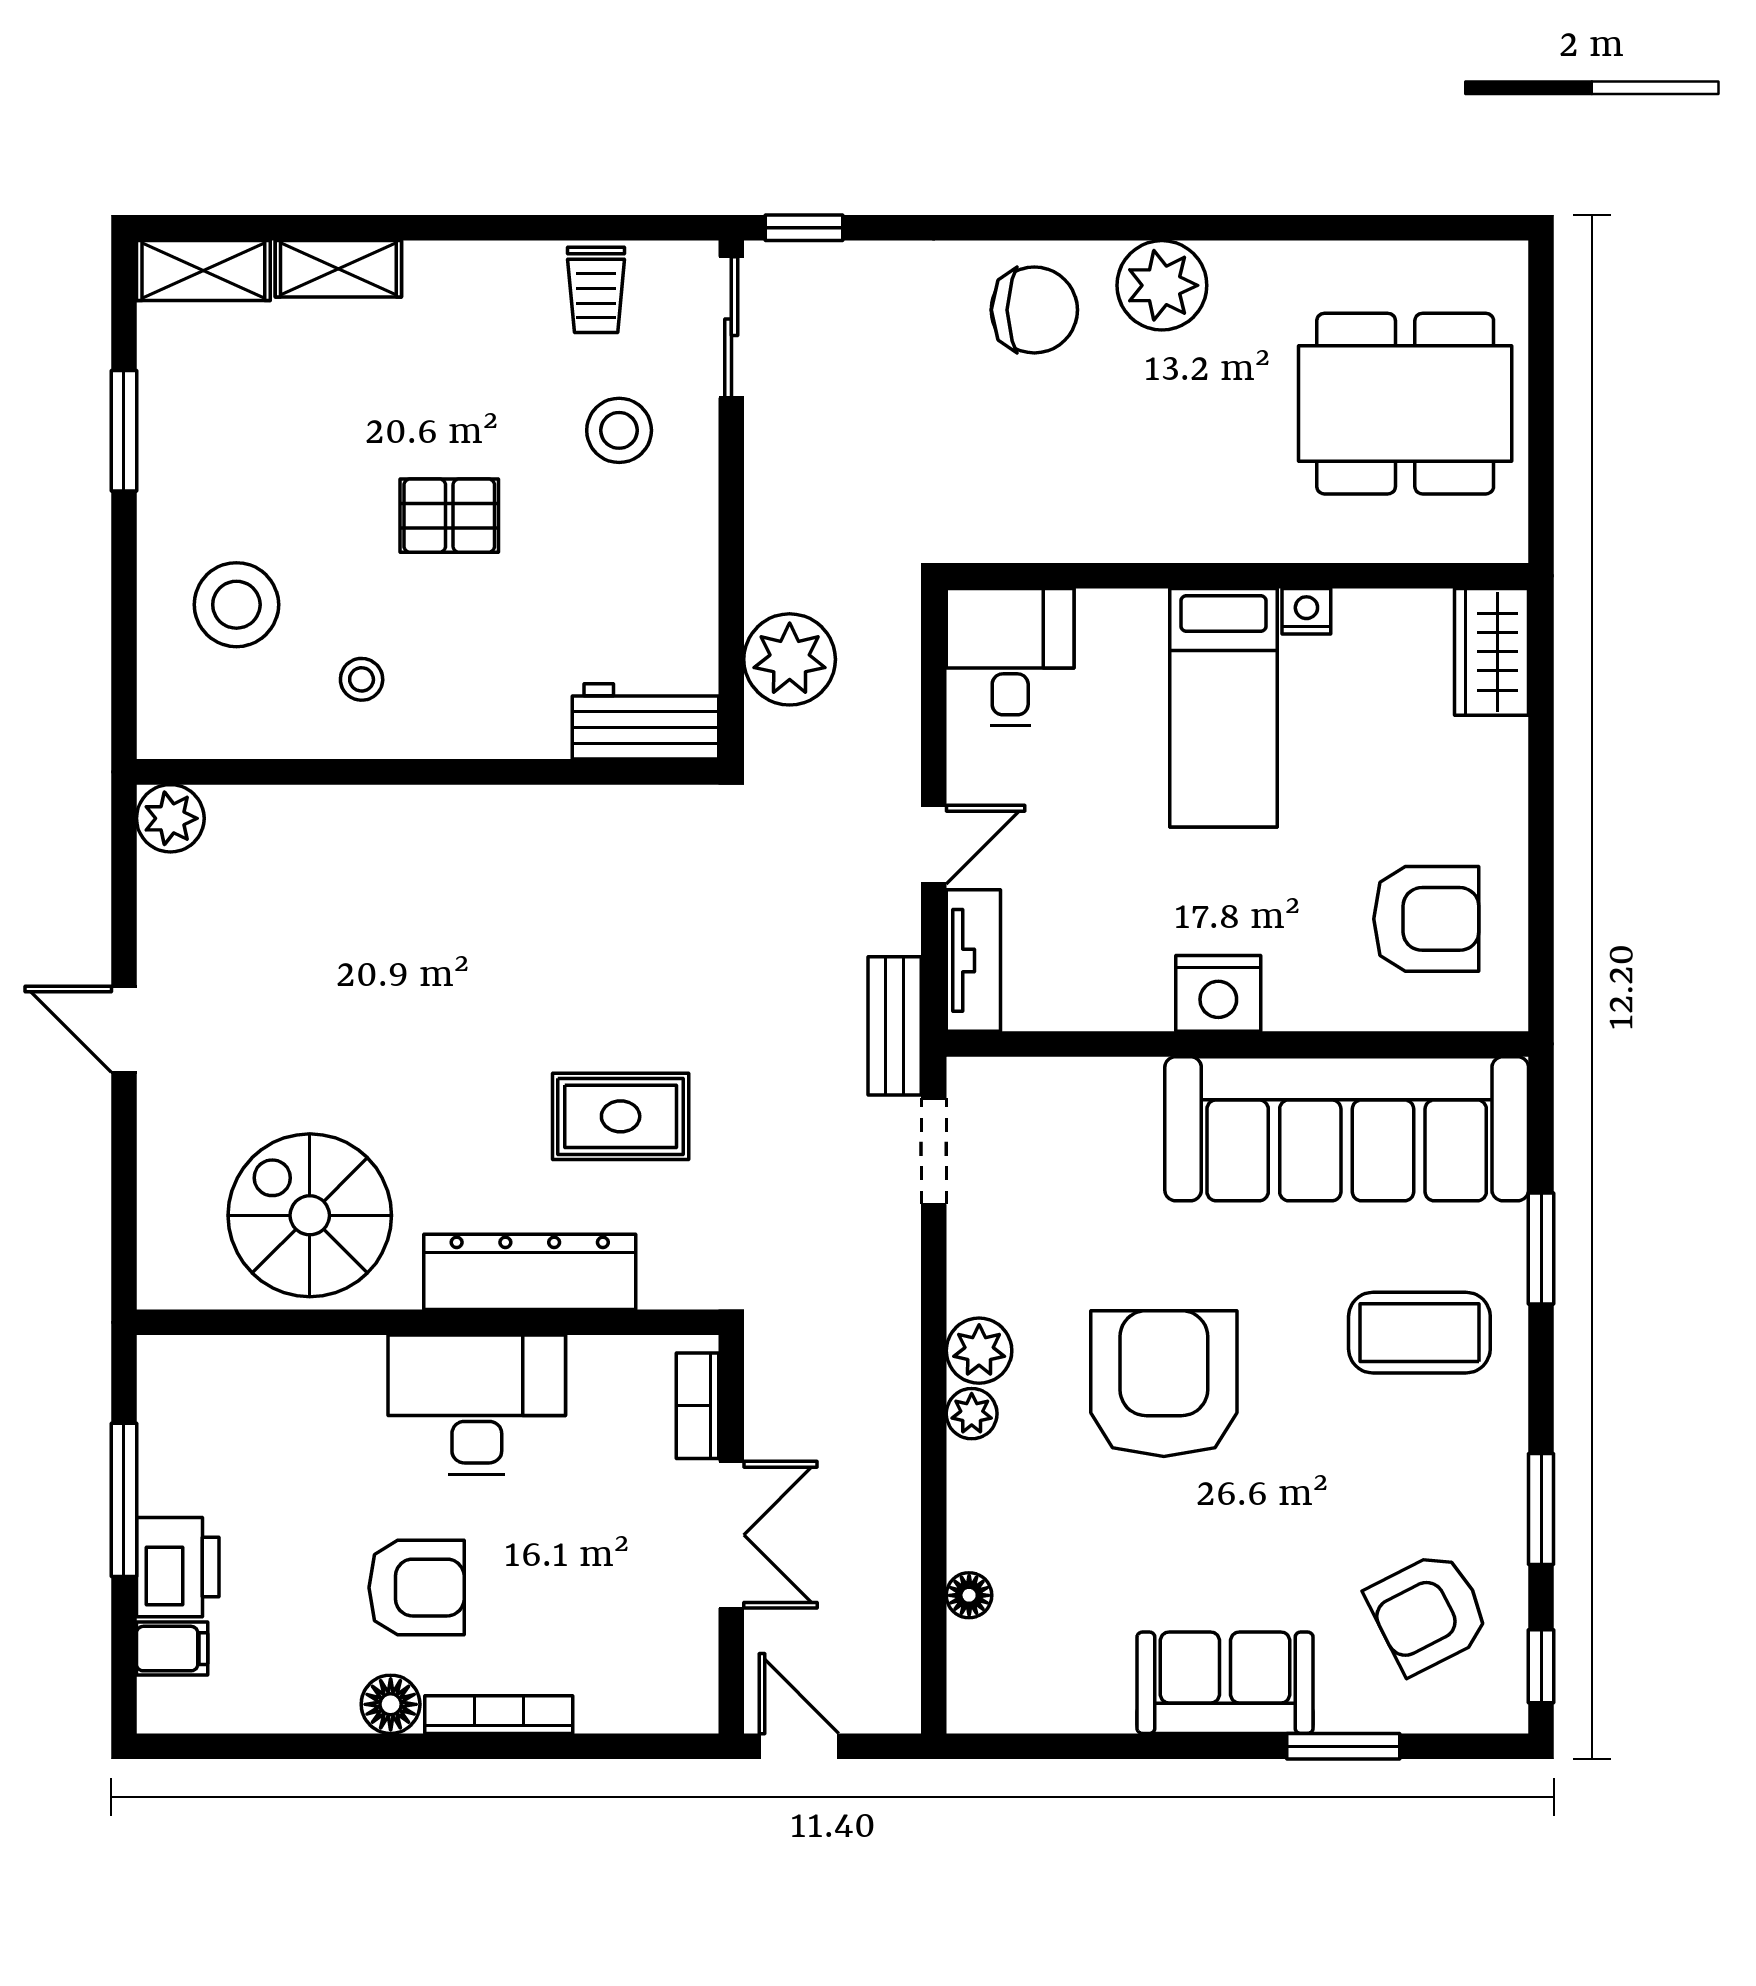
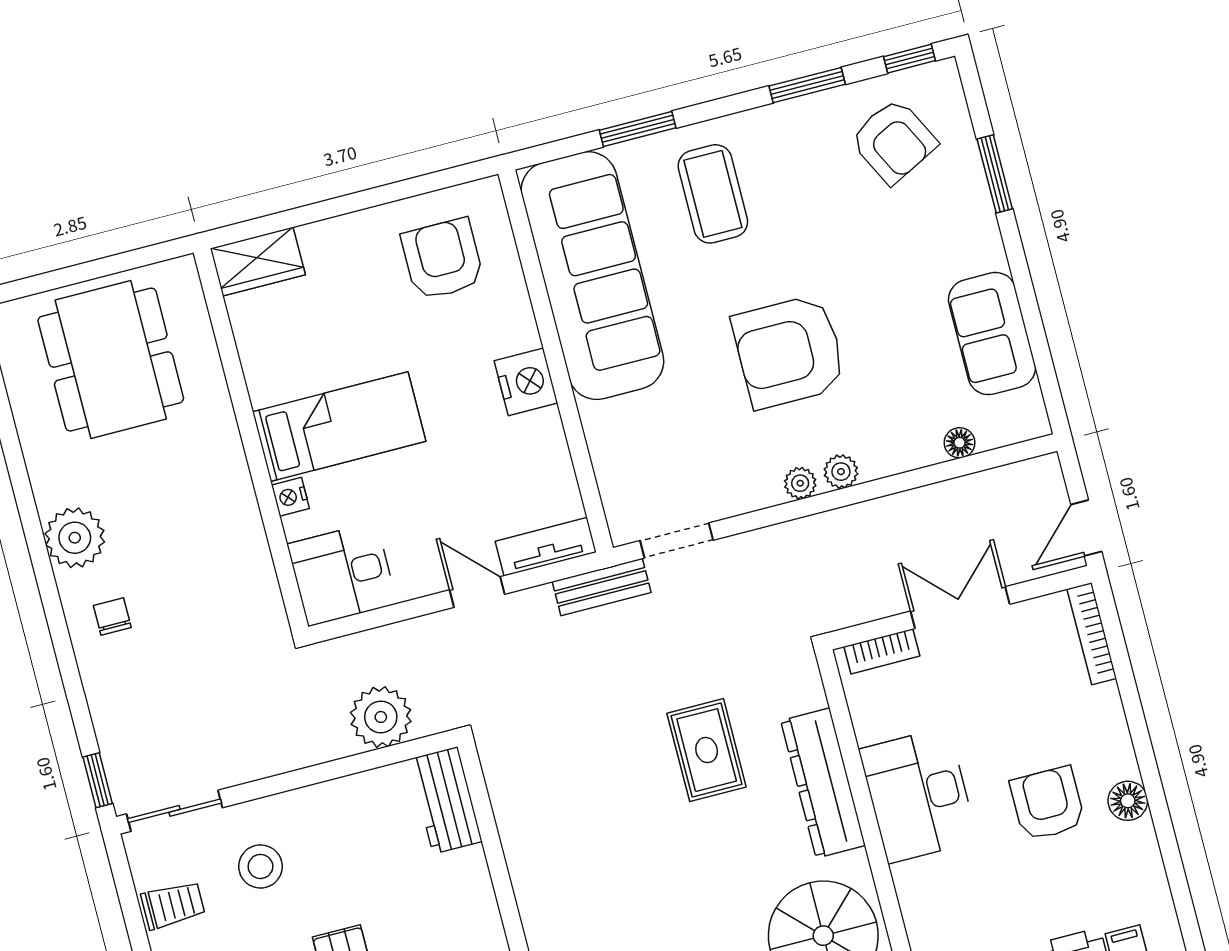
chair: (1034, 310) -> (112, 617), width x0.54, depth x0.54
nightstand: (1306, 611) -> (290, 497), moved
plant: (979, 1351) -> (800, 483), width x0.73, depth x0.73
sofa: (1225, 1683) -> (992, 334), moved
bookcase: (499, 1715) -> (1092, 634), moved

